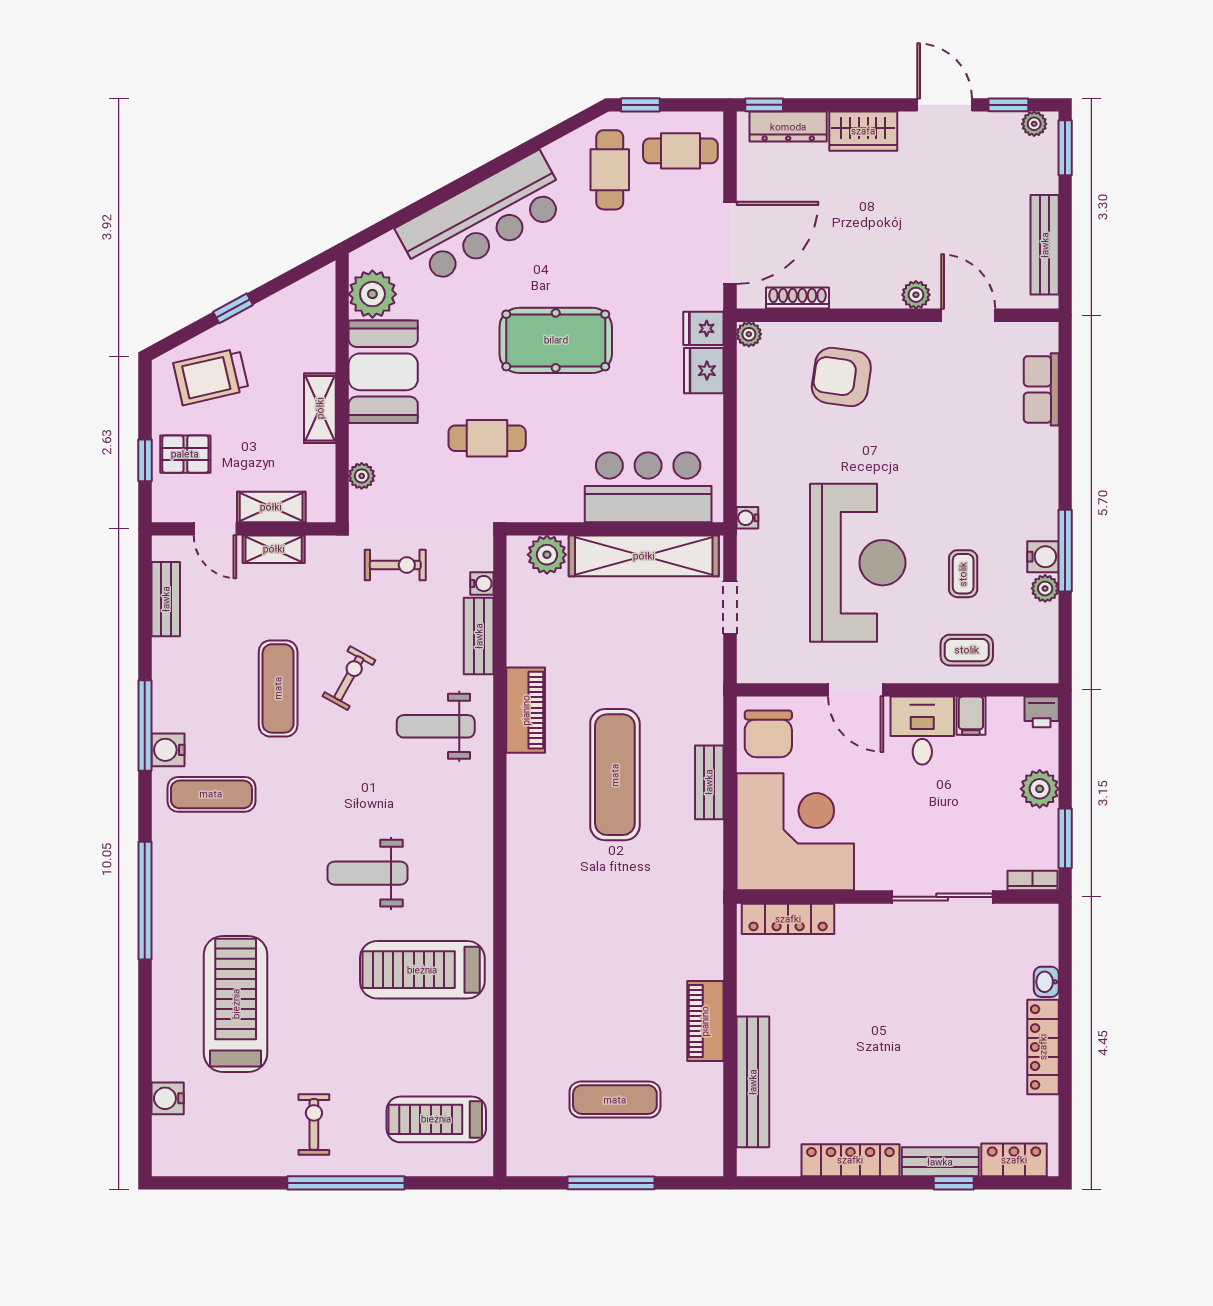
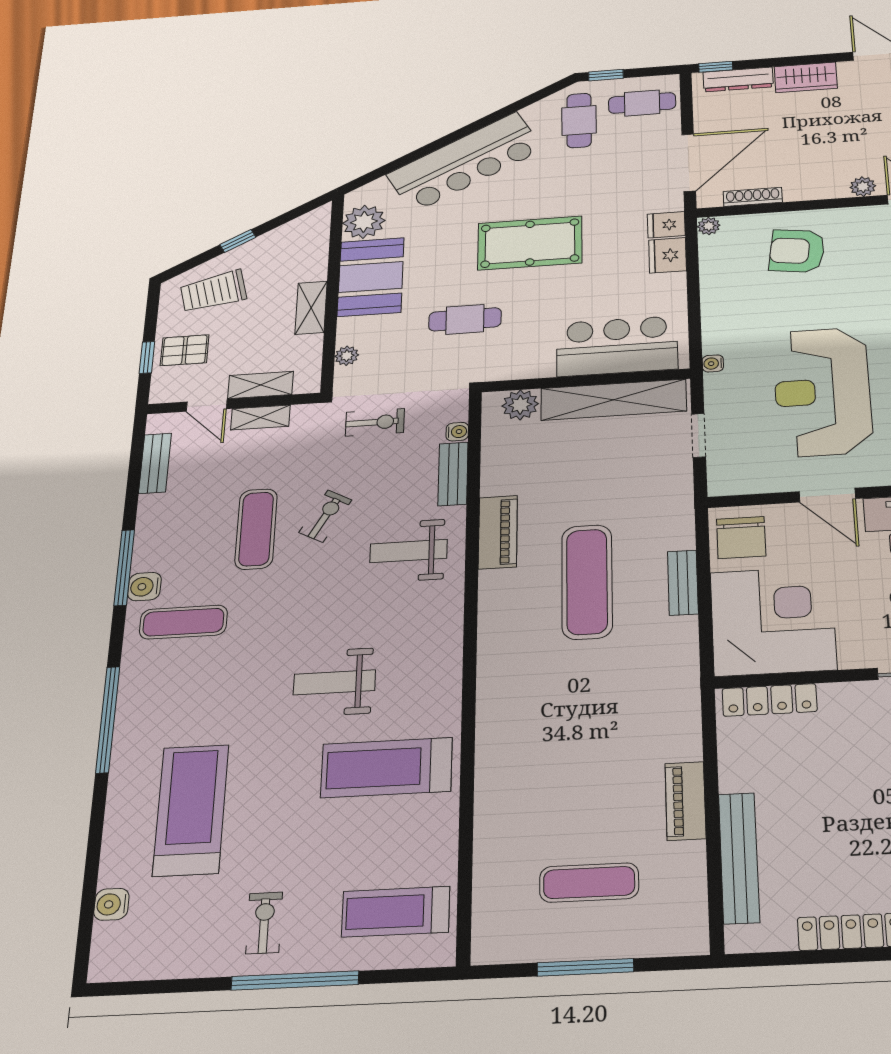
reception desk: (858, 563) -> (822, 392), turned 180

